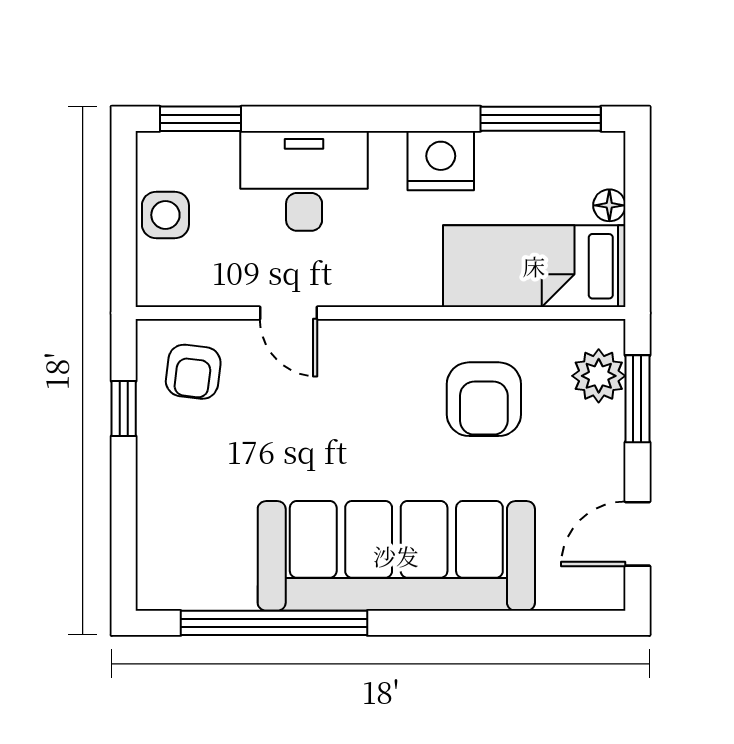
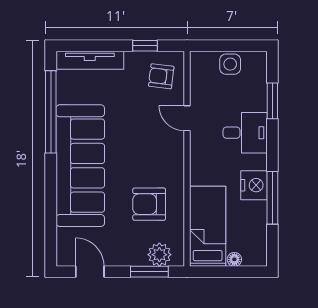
window: (201, 119) -> (272, 101), moved
window: (541, 119) -> (272, 198), moved
desk: (304, 181) -> (245, 133), width x0.73
door: (289, 313) -> (187, 118), hinge flipped
tv unit: (156, 534) -> (90, 60), added

